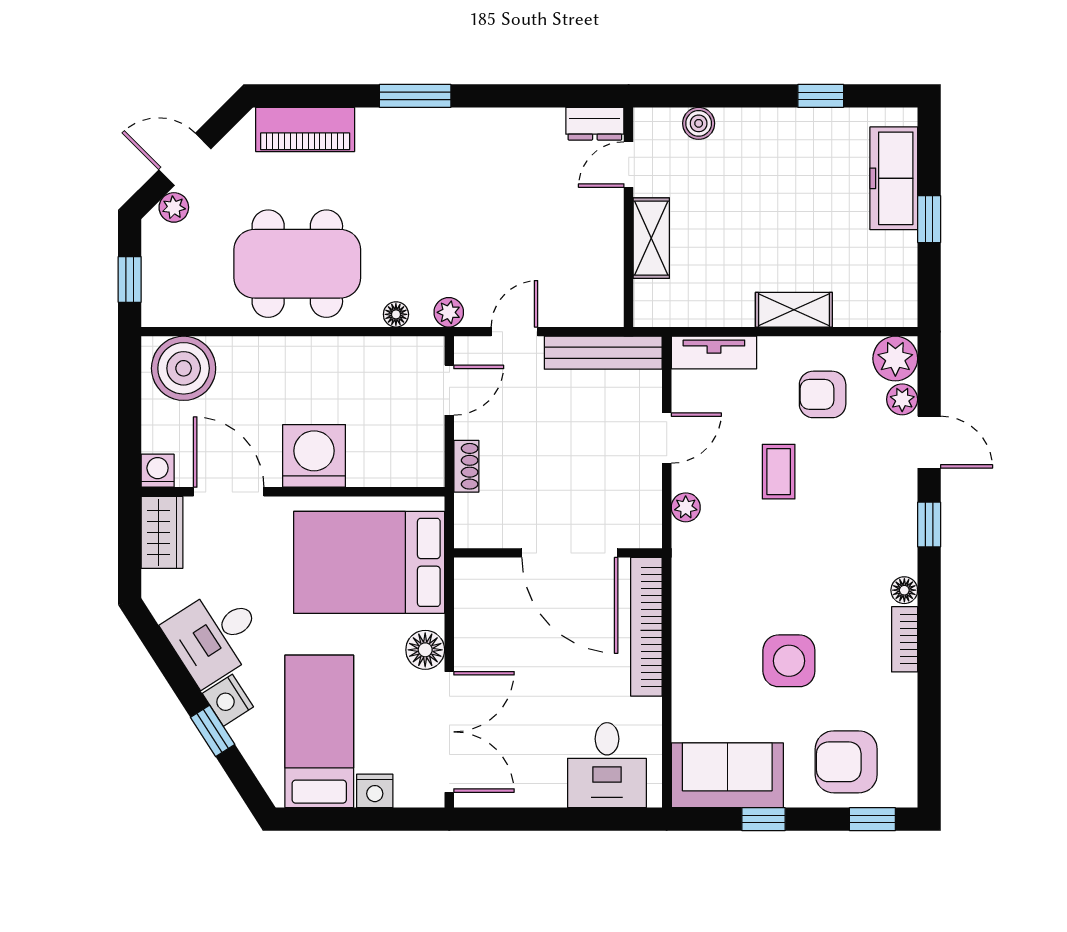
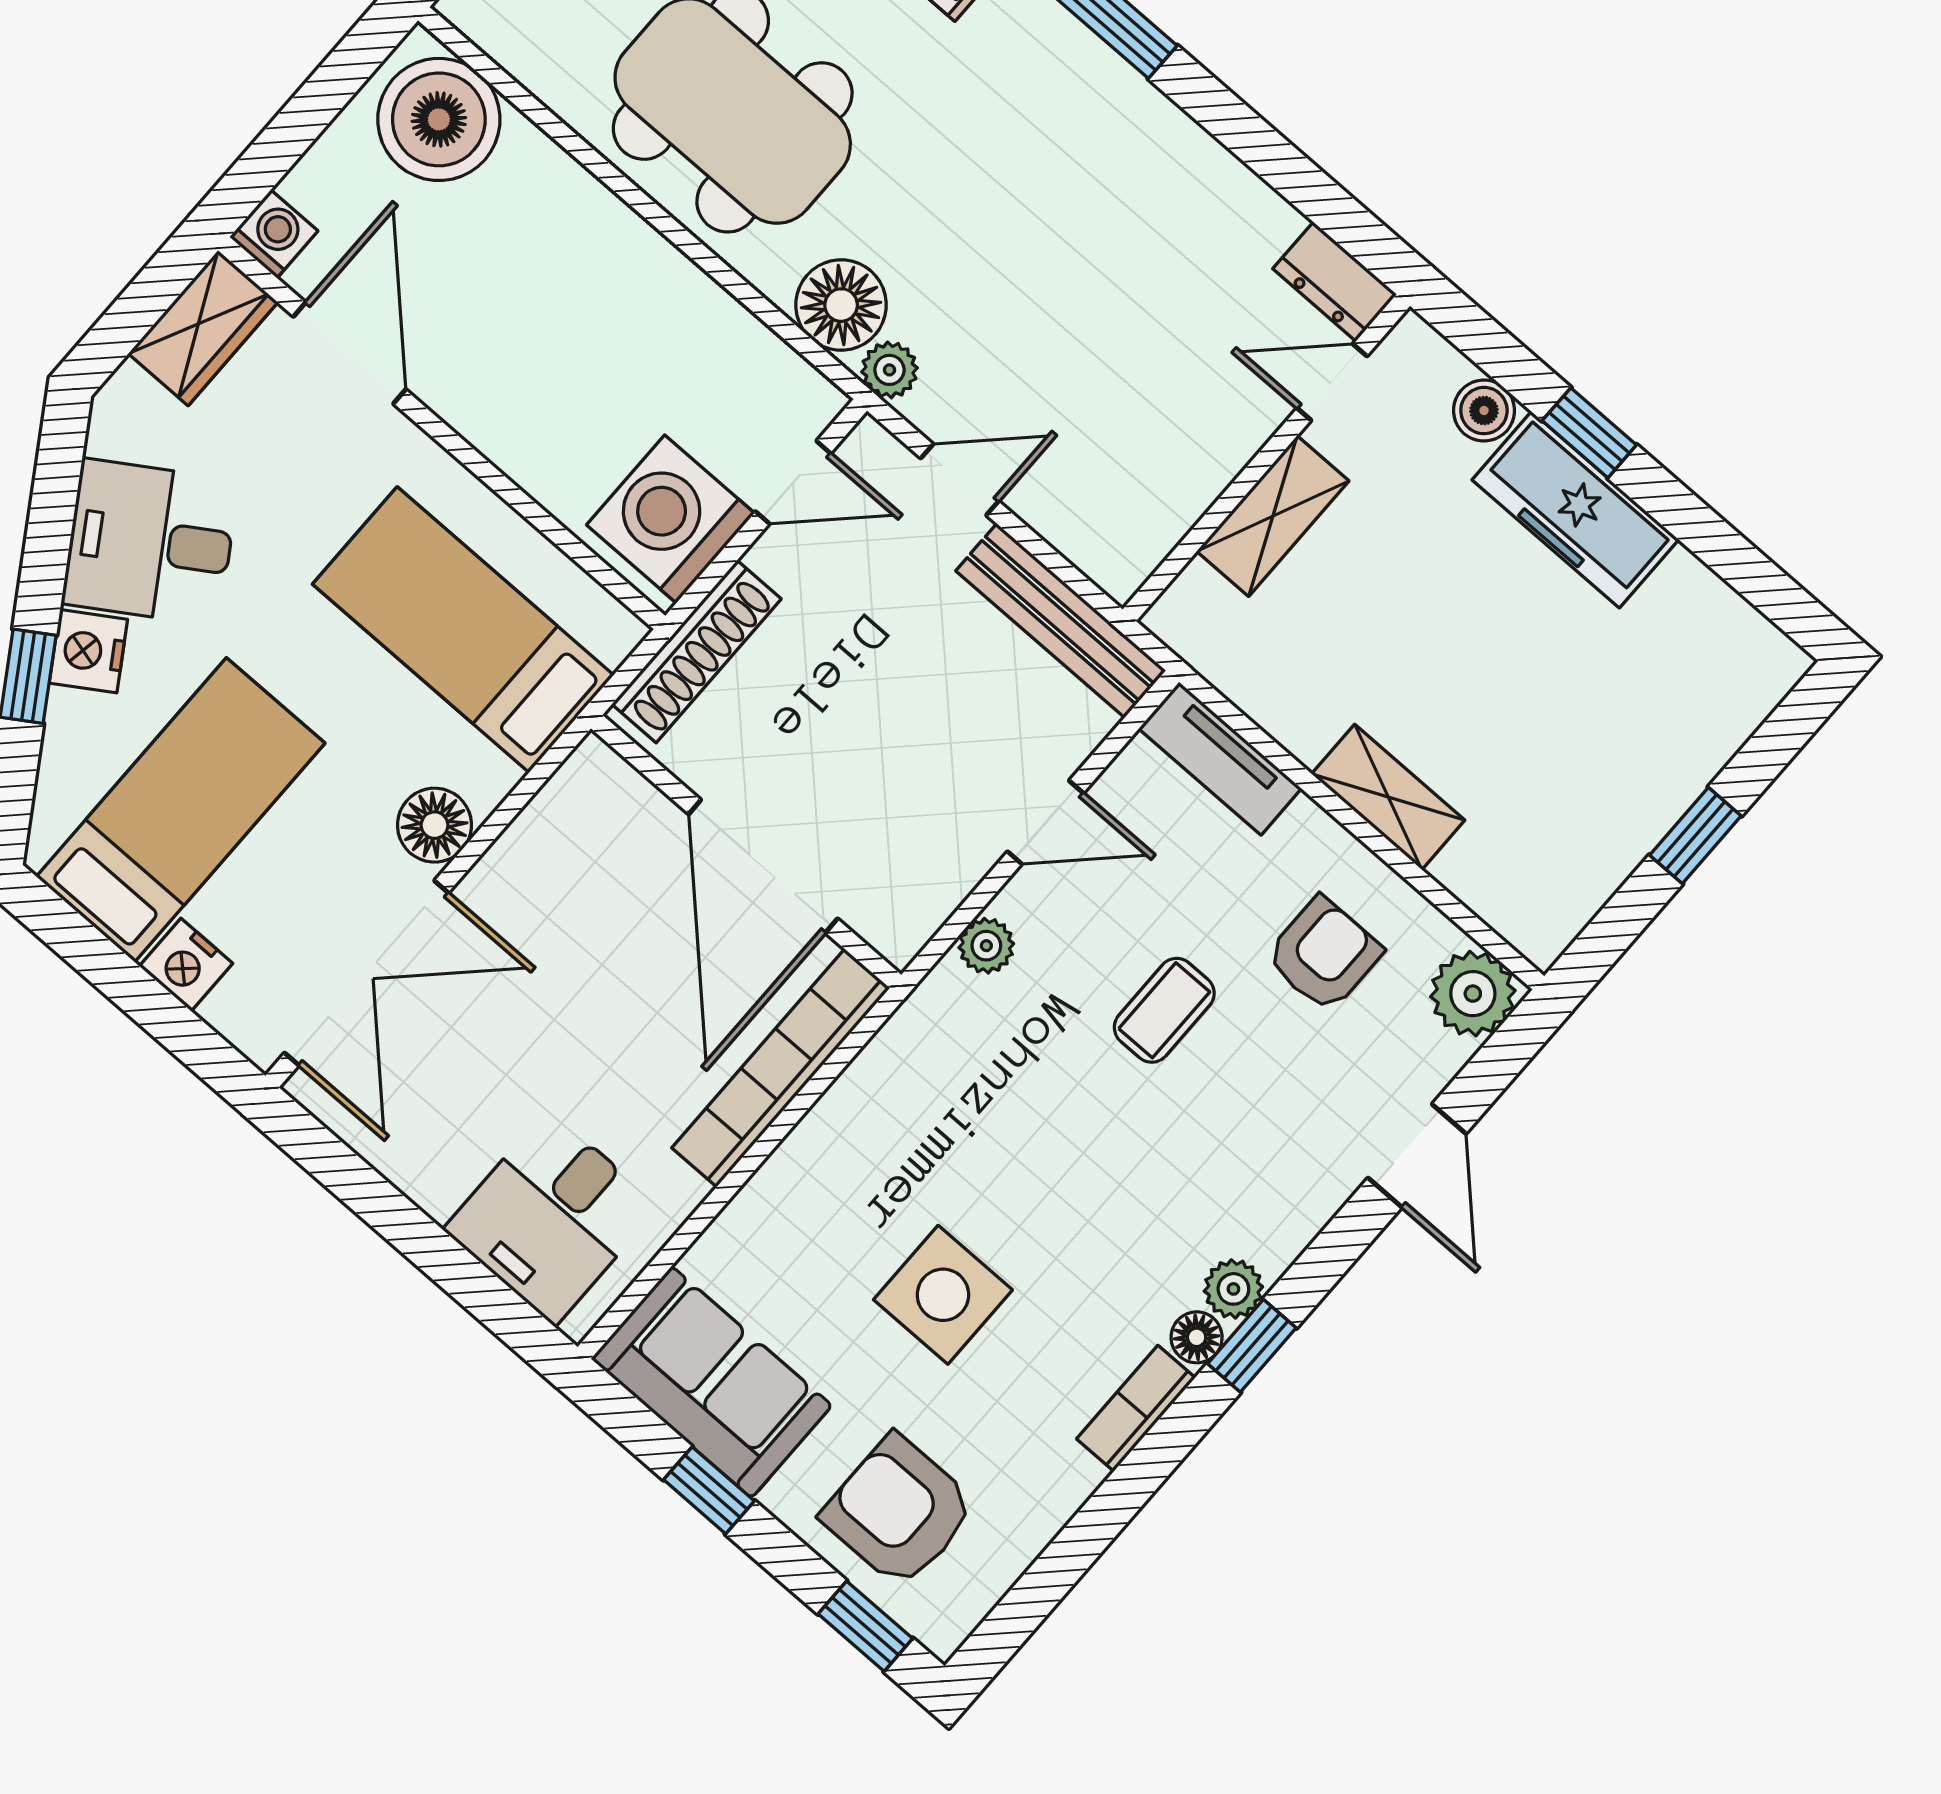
window: (821, 96) -> (1589, 433), moved
freezer: (894, 178) -> (1575, 510), moved, turned -90
floor lamp: (396, 314) -> (841, 305), width x1.89, depth x1.89
armchair: (823, 394) -> (1324, 954), turned 90
plant: (902, 399) -> (1233, 1289), moved
washing machine: (314, 456) -> (671, 519), moved, turned -90
shoe rack: (466, 466) -> (697, 652), width x1.94, depth x1.24
window: (929, 525) -> (1252, 1346), moved
bed: (369, 562) -> (463, 630), width x0.67

